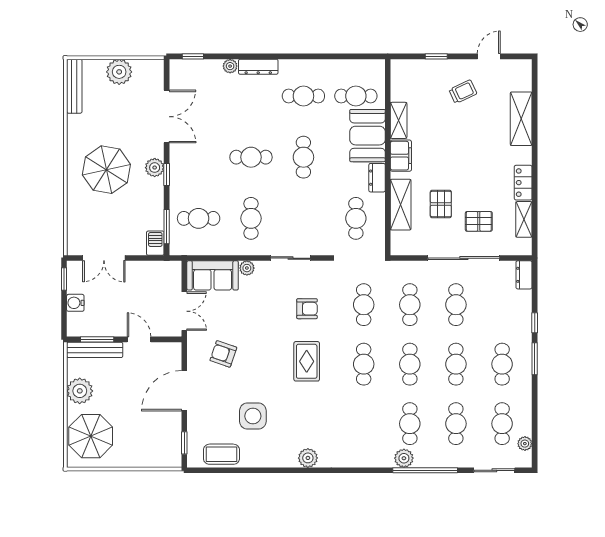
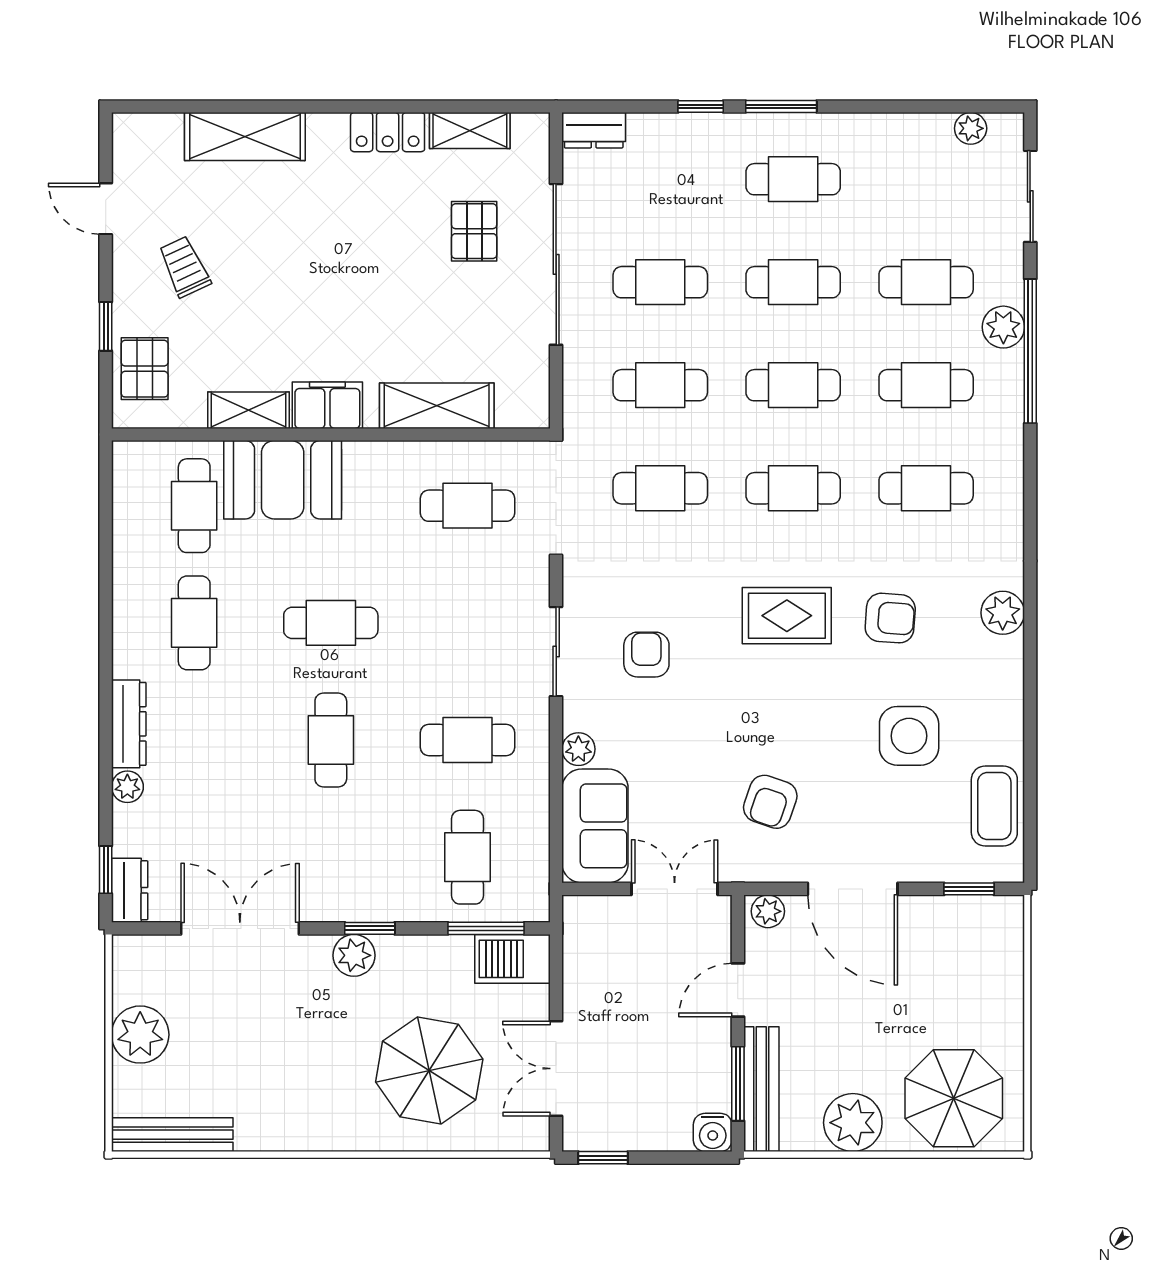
parasol: (106, 170) -> (429, 1070), moved
dresser: (377, 178) -> (130, 890), moved, turned -90
pallet: (441, 204) -> (145, 369), moved, turned 90
barbecue: (155, 243) -> (513, 959), width x1.38, depth x1.27
double door: (104, 258) -> (556, 1069), swing flipped
water cooler: (75, 303) -> (713, 1132), moved
armchair: (307, 309) -> (646, 655), moved
plant: (174, 353) -> (768, 911), added
armchair: (306, 408) -> (890, 618), added
cafe table: (502, 424) -> (926, 488), moved
plant: (404, 458) -> (1003, 327), moved

